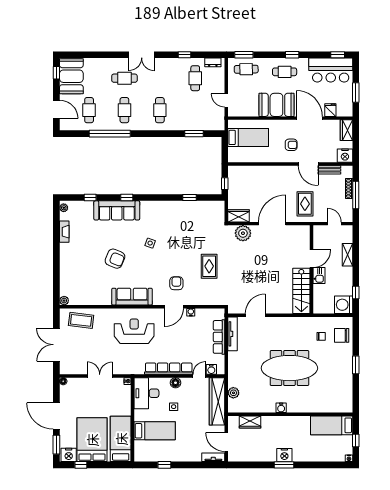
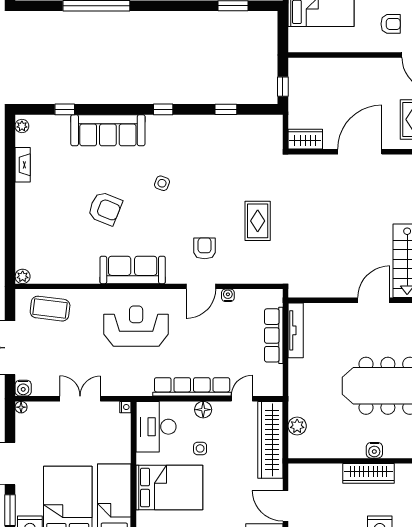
window: (127, 198) -> (163, 109), moved
plant: (243, 233) -> (312, 167), removed
door: (255, 315) -> (374, 300), moved
water cooler: (211, 369) -> (23, 388), moved
wardrobe: (250, 422) -> (368, 473), moved, width x1.50
bed: (155, 431) -> (169, 488), width x1.50

